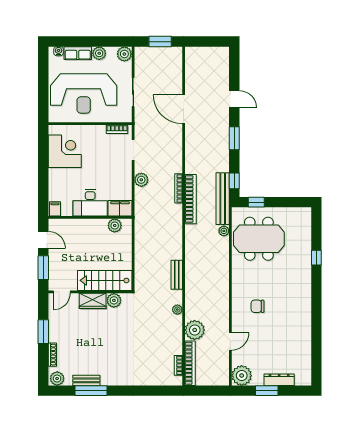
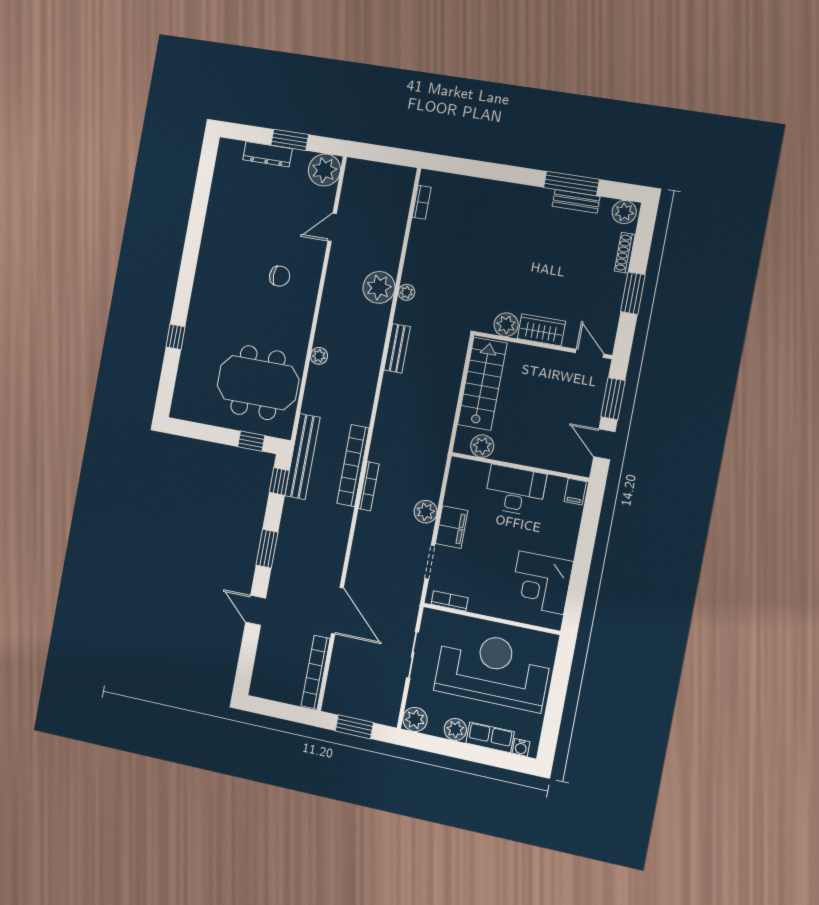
filing cabinet: (120, 208) -> (452, 527), moved, turned -90
plant: (224, 231) -> (319, 356), moved
stairs: (105, 280) -> (482, 384), moved, turned -90
door: (62, 292) -> (590, 353), hinge flipped
plant: (195, 330) -> (379, 287), moved
bookcase: (190, 363) -> (316, 672), moved

